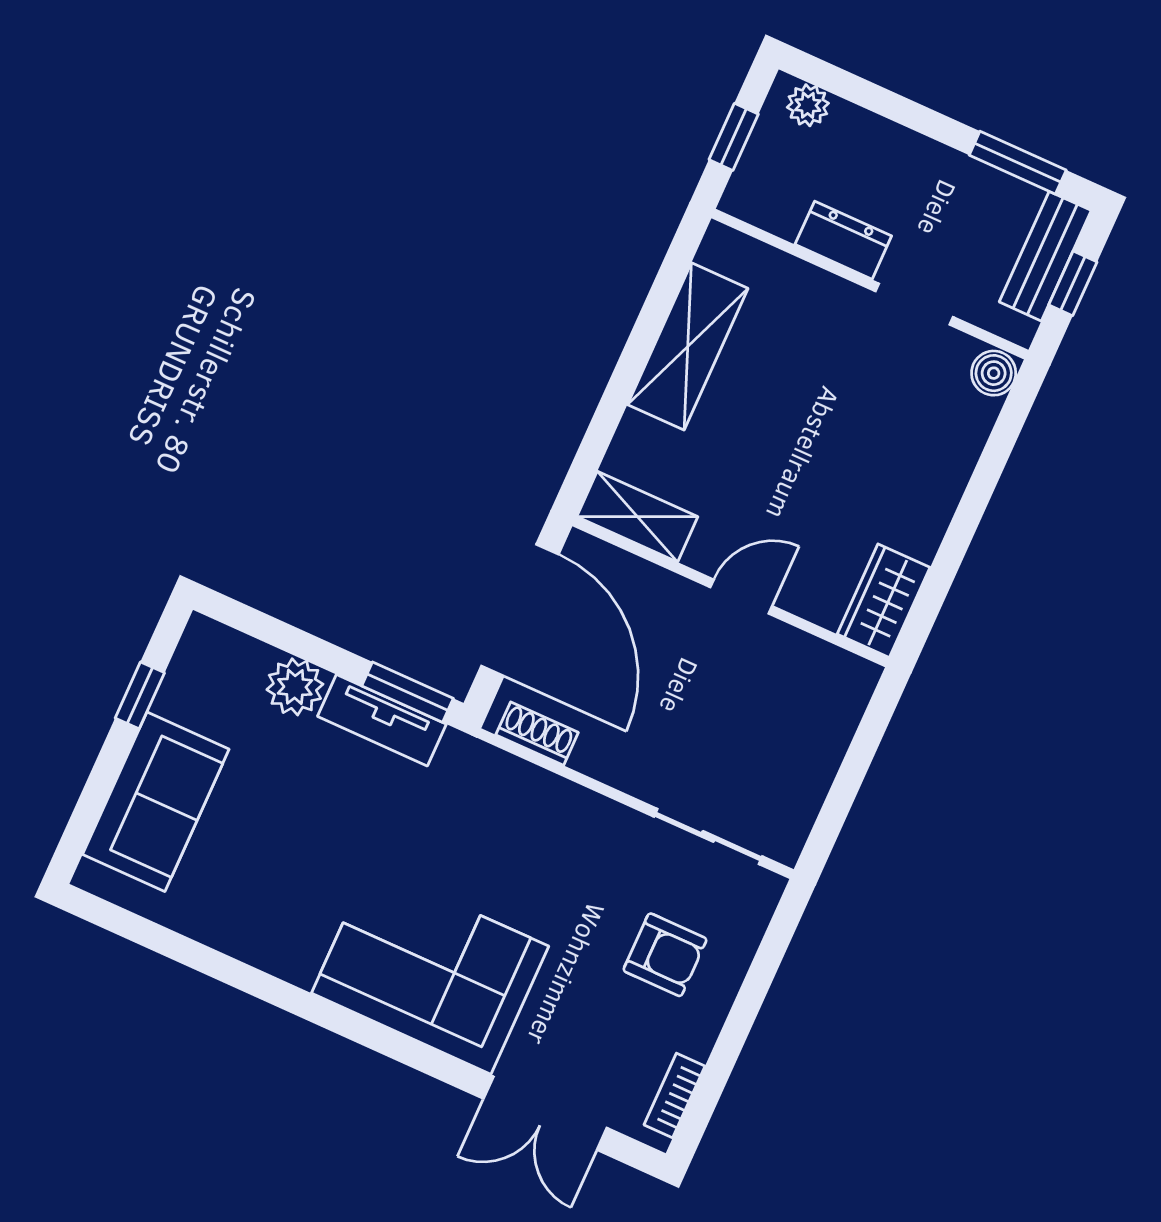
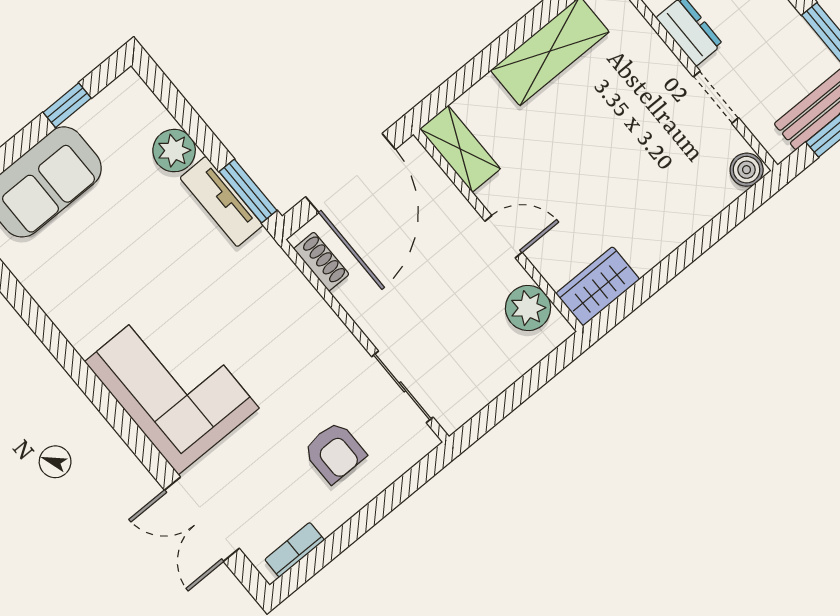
plant: (813, 668) -> (528, 308), added

